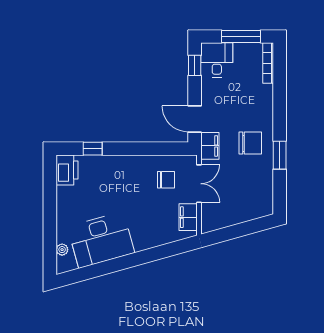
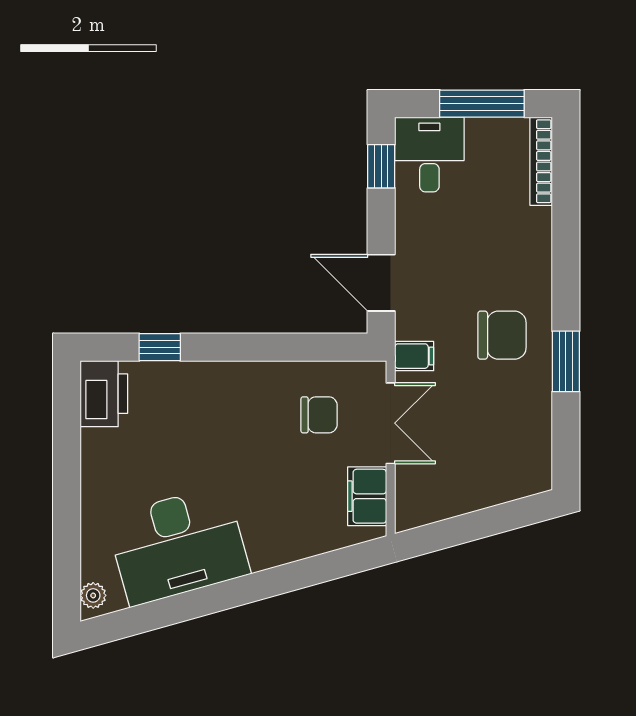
filing cabinet: (210, 146) -> (414, 356), width x0.50
plant: (62, 250) -> (93, 595), moved

